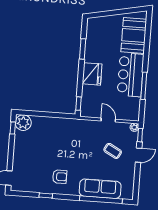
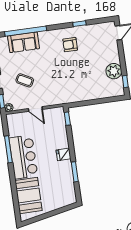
fridge: (92, 74) -> (63, 154), width x0.53, depth x0.75
plant: (23, 123) -> (114, 71), moved
sofa: (100, 189) -> (23, 42), width x0.73

